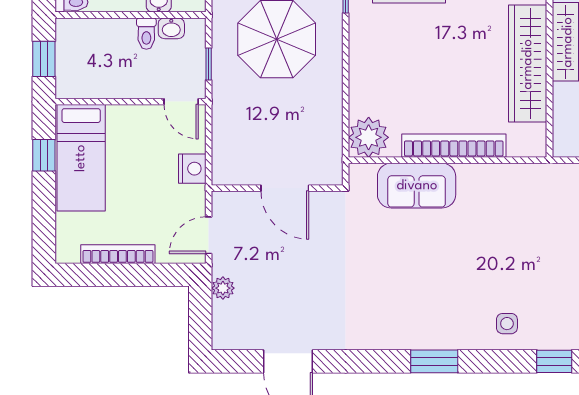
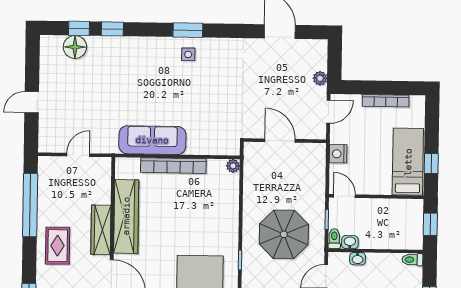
toilet: (146, 34) -> (334, 239), moved
plant: (369, 137) -> (233, 166), width x0.53, depth x0.53
sofa: (417, 186) -> (152, 140), moved, width x1.36
side table: (507, 324) -> (188, 54), moved

